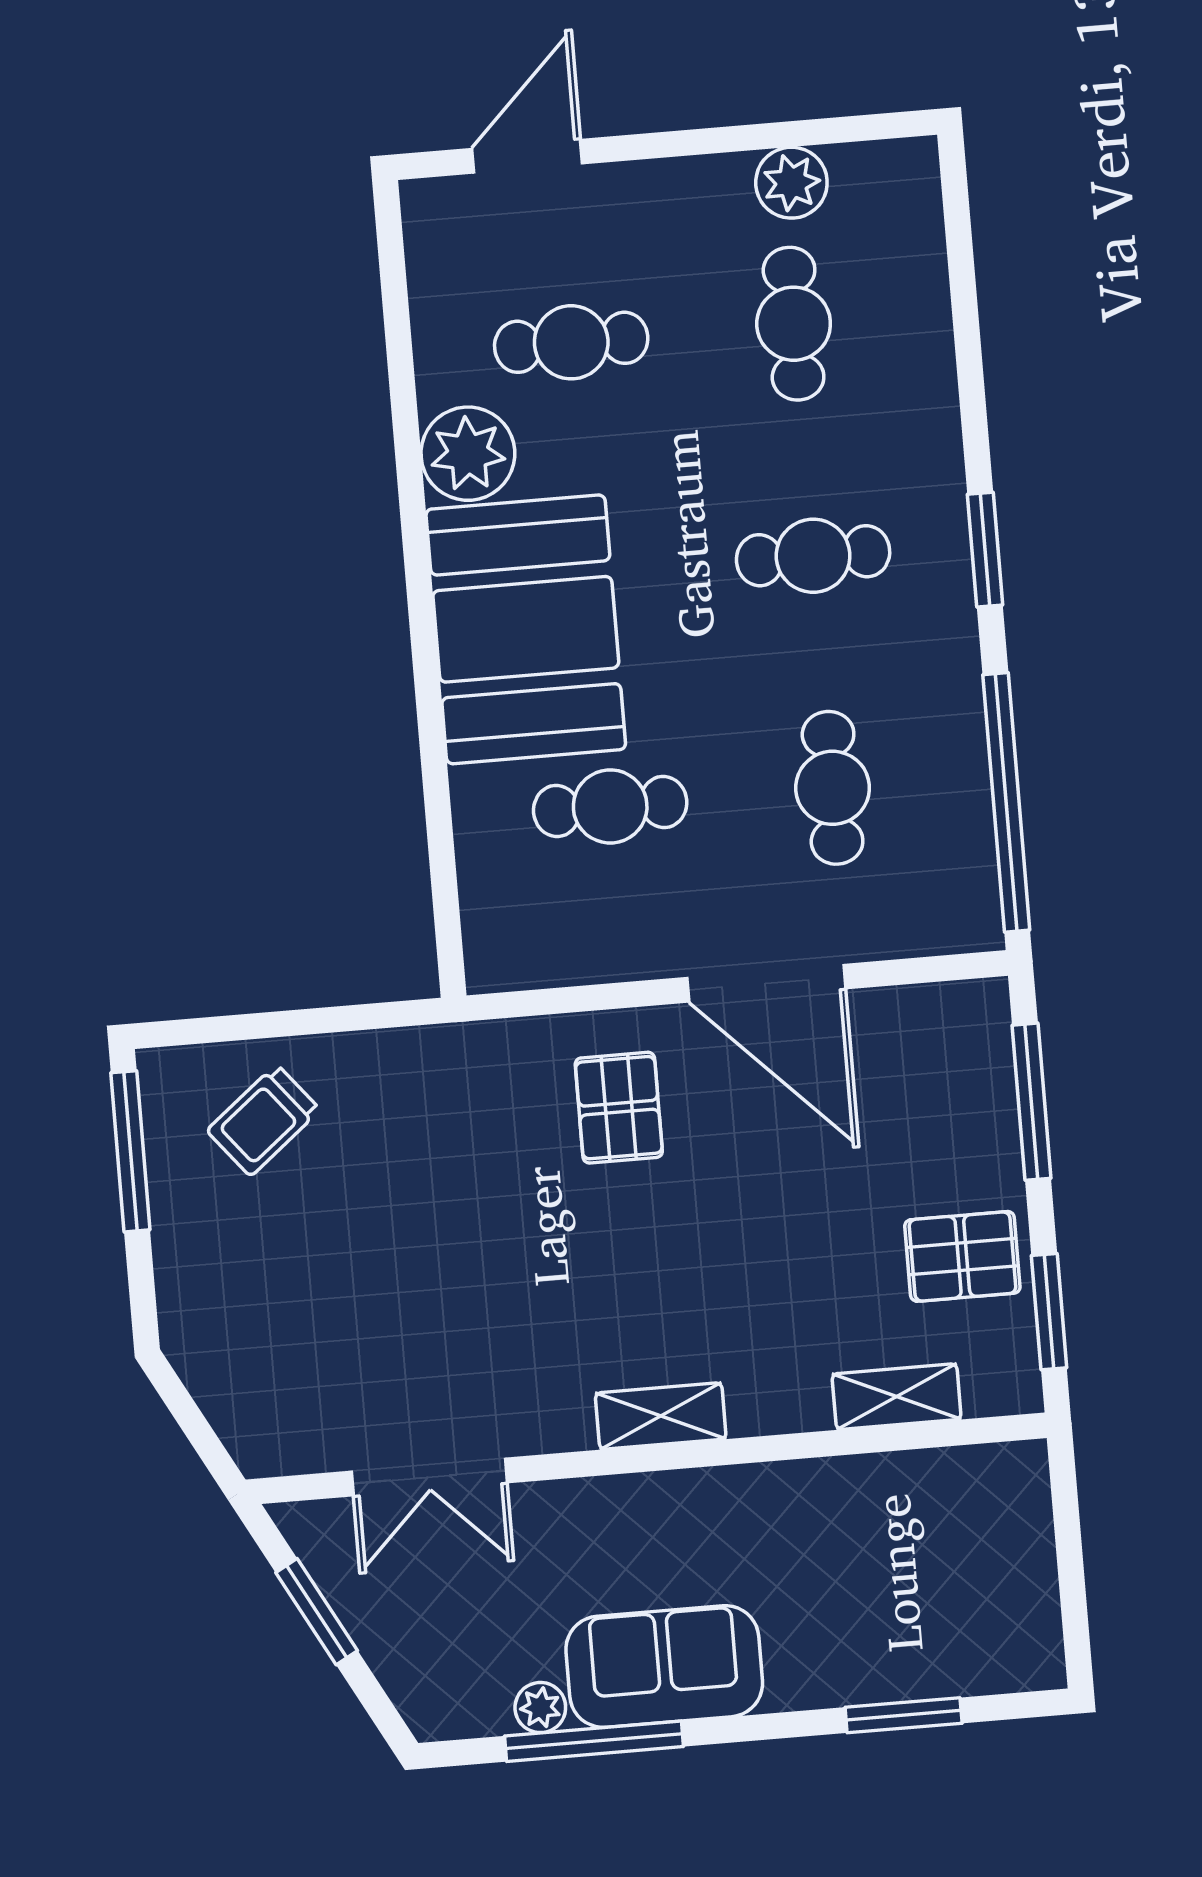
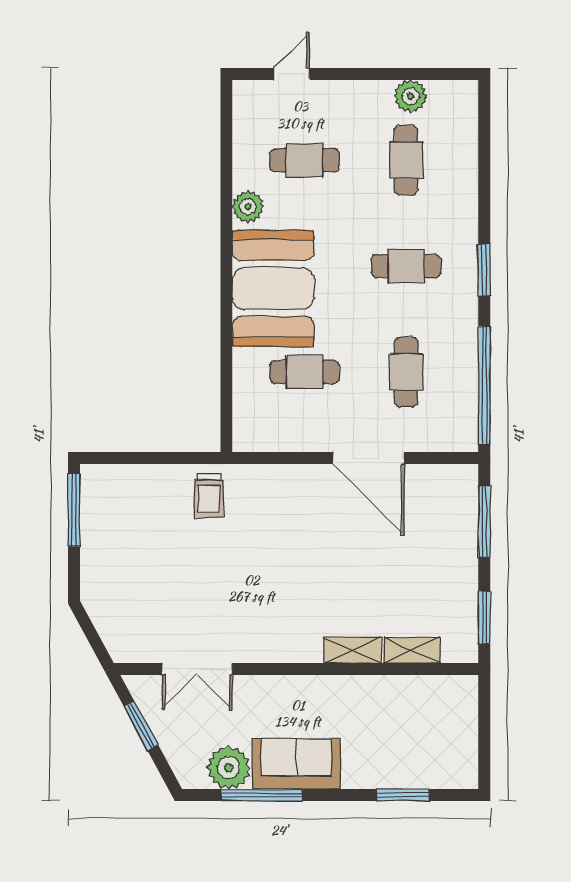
door: (527, 156) -> (292, 74), width x0.73
plant: (468, 454) -> (248, 207), width x0.73, depth x0.73
pallet: (619, 1108) -> (297, 509), removed
trolley: (263, 1120) -> (209, 496), moved, turned -51
pallet: (962, 1256) -> (447, 589), removed
shelving: (661, 1416) -> (352, 650), moved
plant: (540, 1708) -> (229, 768), width x1.88, depth x1.88

